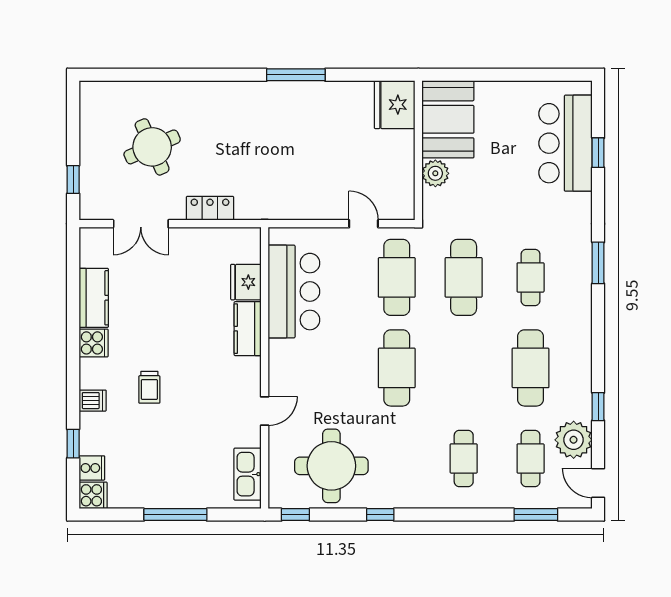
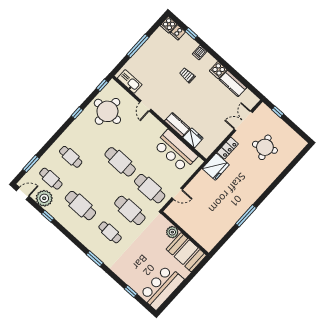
fridge: (395, 105) -> (216, 167), moved, turned 90
bar counter: (565, 143) -> (162, 287), moved, turned -90

